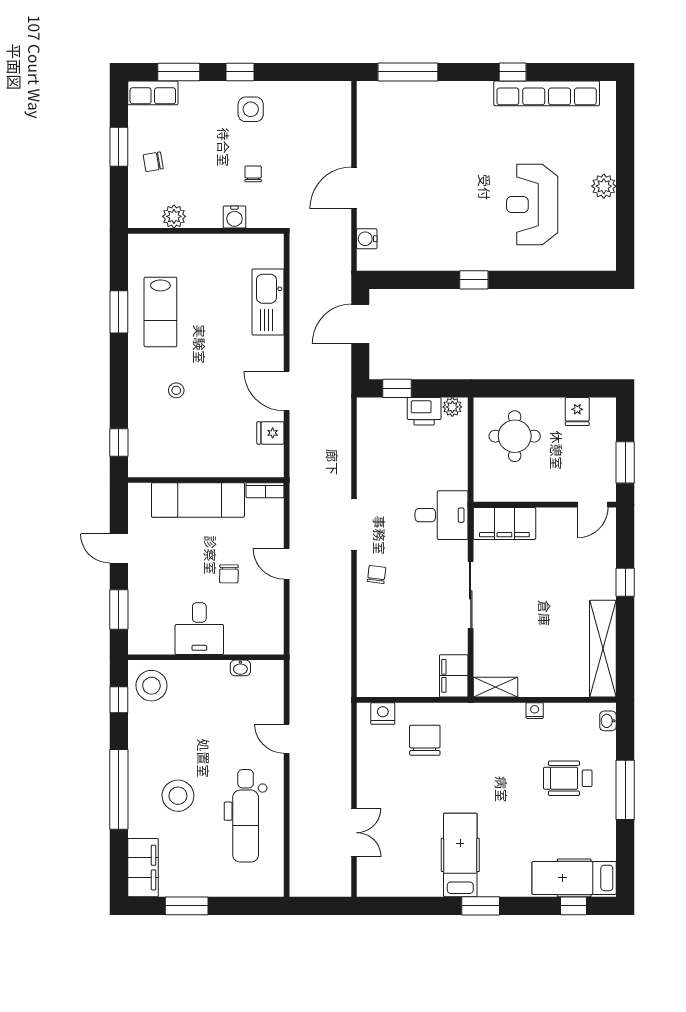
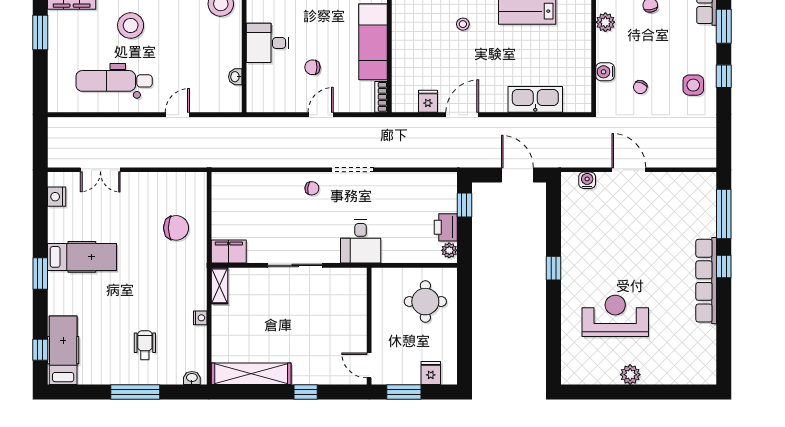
window: (513, 72) -> (724, 266), moved
row of seats: (547, 93) -> (706, 281), moved
chair: (253, 174) -> (640, 87), turned 112
fridge: (577, 412) -> (431, 373), moved, turned 90
filing cabinet: (504, 523) -> (354, 293), removed
nightstand: (383, 713) -> (57, 197), moved, turned 180
wheelchair: (568, 778) -> (145, 345), width x0.73, depth x0.73

